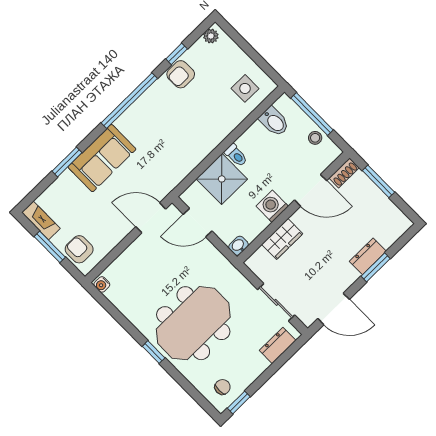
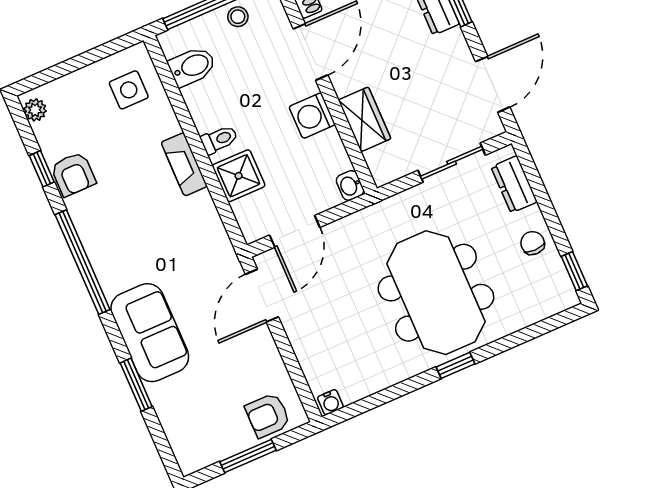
shower: (222, 179) -> (239, 176), width x0.73, depth x0.73
fireplace: (41, 220) -> (184, 164), moved, turned -90
chair: (222, 387) -> (533, 243), moved

